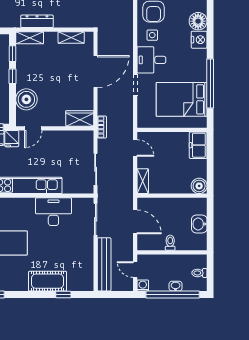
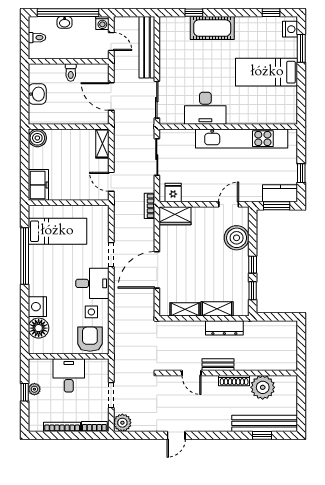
shelving: (30, 38) -> (217, 309), moved
bed: (182, 99) -> (57, 231), width x0.67
fridge: (12, 139) -> (173, 193), moved

